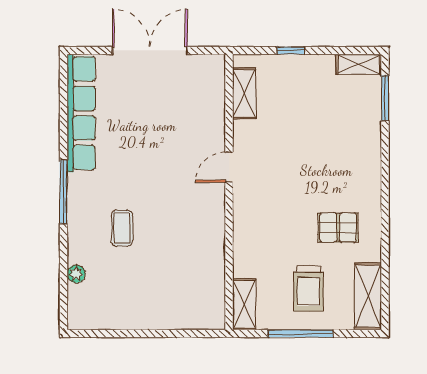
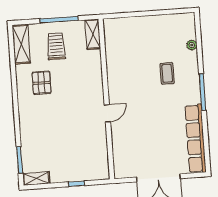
shelving: (244, 93) -> (102, 157), removed
pallet: (338, 228) -> (41, 83), turned 90

